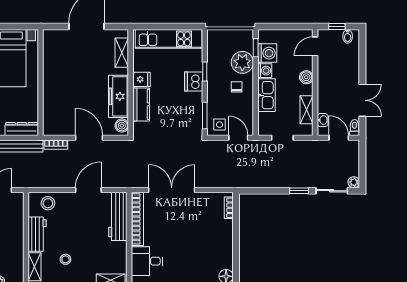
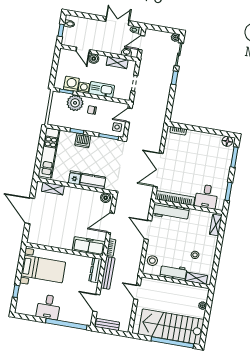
door: (315, 46) -> (83, 50), moved
freezer: (119, 96) -> (89, 246), moved, turned 180

